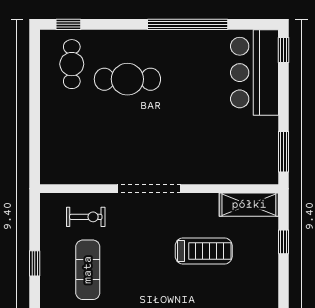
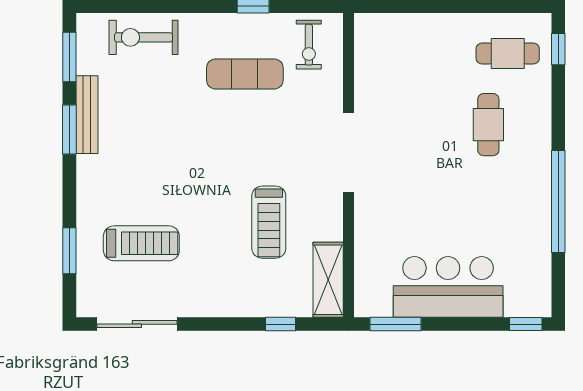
bar counter: (254, 73) -> (448, 287), moved
cafe table: (127, 79) -> (488, 125), width x0.73, depth x0.74
exercise bike: (86, 217) -> (309, 45), moved

